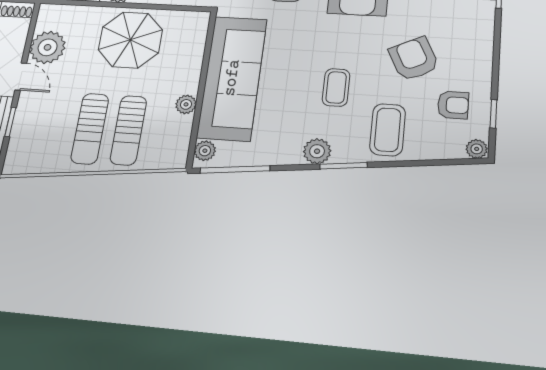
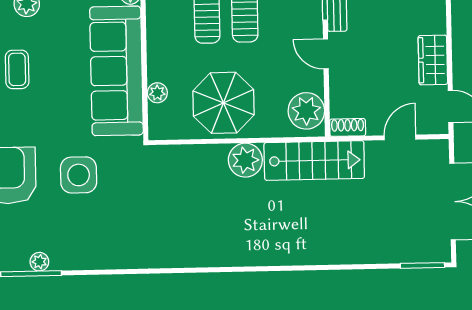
plant: (48, 47) -> (306, 111), moved
plant: (186, 104) -> (157, 93), moved

